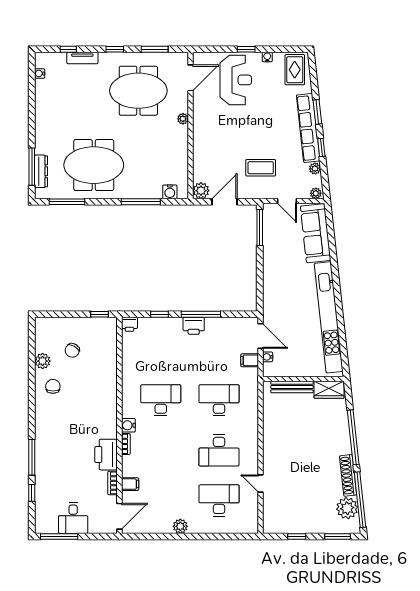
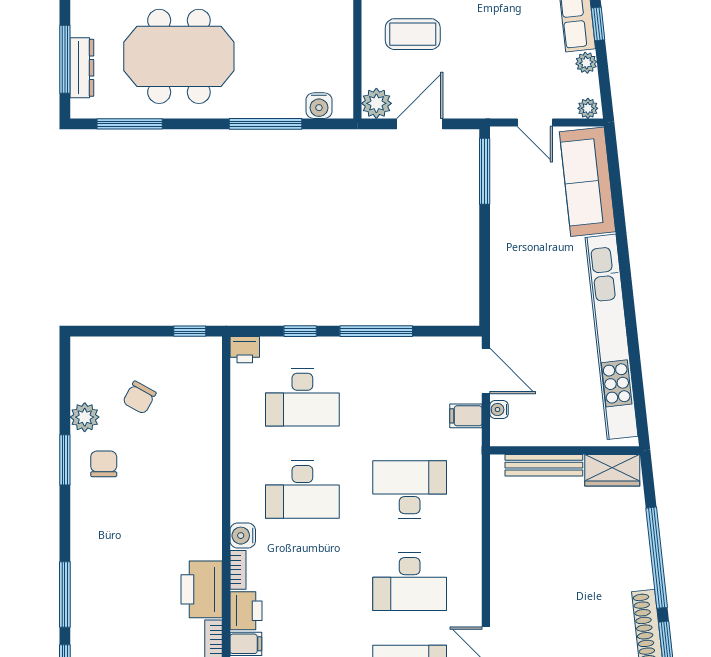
coffee table: (261, 168) -> (413, 34), moved
printer: (194, 326) -> (246, 611), moved, turned -90
desk: (161, 350) -> (302, 397), added
window: (32, 384) -> (65, 460), added
desk: (161, 400) -> (302, 490), turned 180

